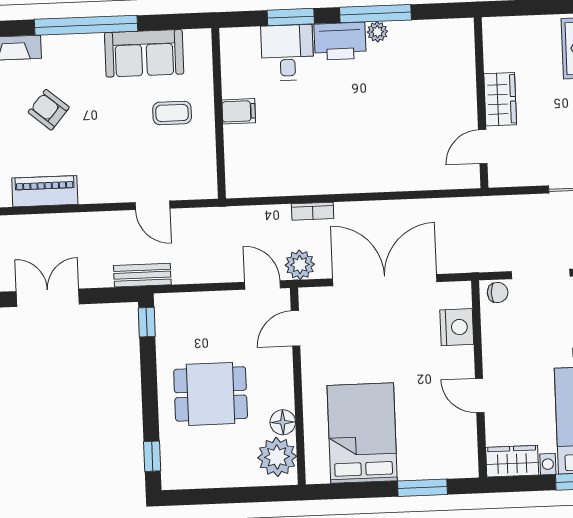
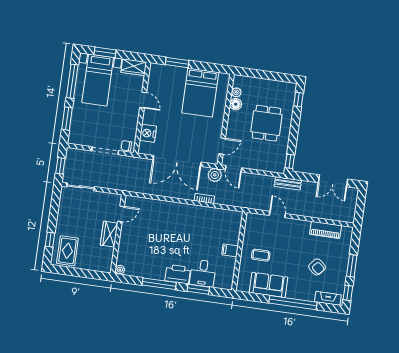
plant: (377, 32) -> (120, 270), moved
dining table: (211, 394) -> (266, 123), turned 90
plant: (277, 457) -> (236, 92), width x0.53, depth x0.53

